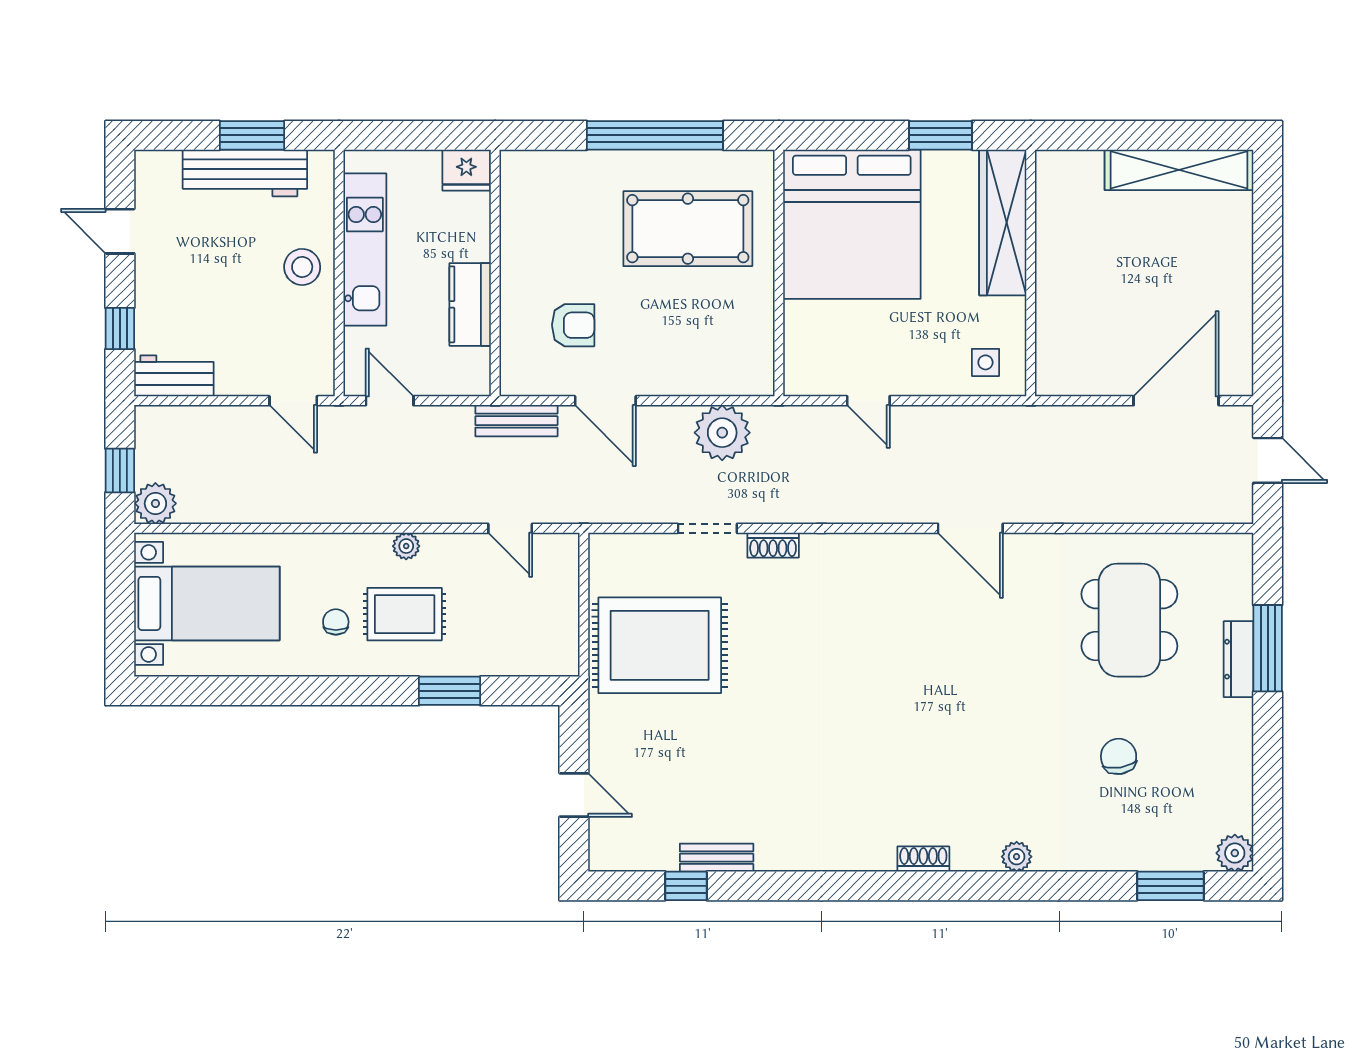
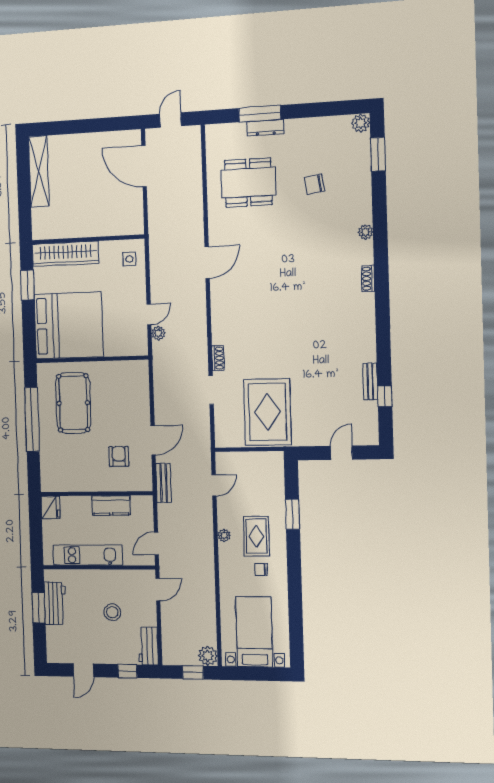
workbench: (245, 173) -> (55, 603), width x0.73
stool: (302, 267) -> (112, 612), moved
plant: (722, 433) -> (158, 333), moved, width x0.53, depth x0.53

